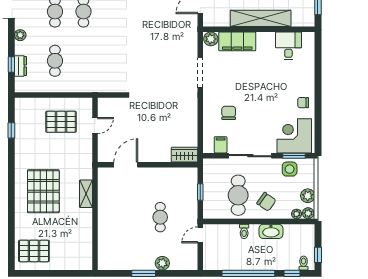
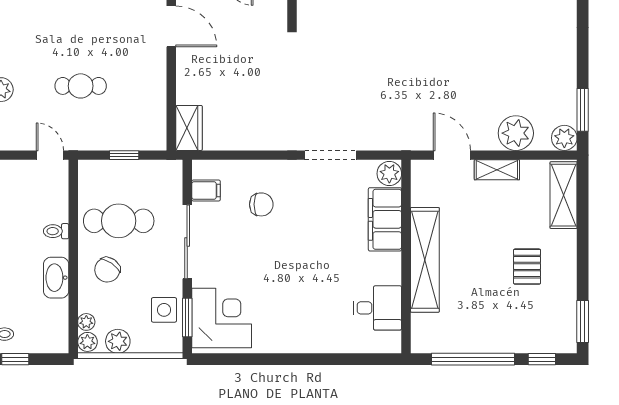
chair: (303, 103) -> (279, 333), removed

